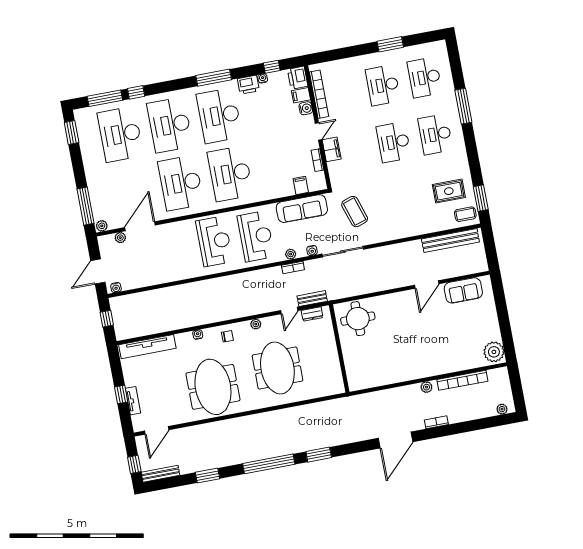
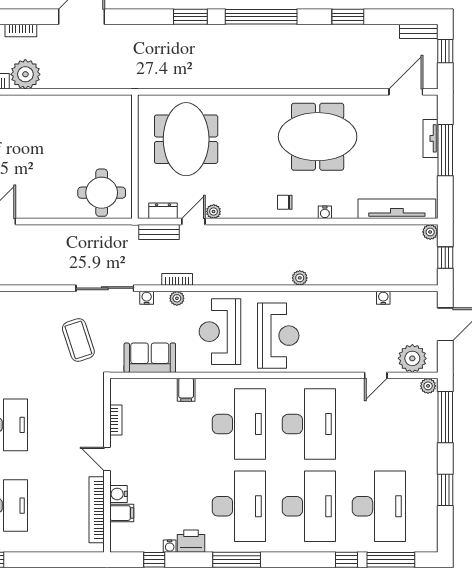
printer: (298, 78) -> (122, 538), removed
door: (319, 131) -> (107, 459), hinge flipped
window: (72, 132) -> (445, 490), moved
filing cabinet: (332, 149) -> (94, 431), removed
filing cabinet: (301, 185) -> (186, 390), moved
sofa: (302, 209) -> (150, 358), width x0.73
door: (140, 226) -> (376, 375), width x0.53
plant: (120, 238) -> (412, 358), width x1.88, depth x1.88
reception desk: (214, 241) -> (278, 336), turned 180
plant: (207, 285) -> (300, 278), added
water cooler: (116, 288) -> (383, 298), moved
plant: (256, 324) -> (214, 212), moved
plant: (121, 335) -> (430, 232), added
meeting table: (277, 368) -> (186, 139), moved
meeting table: (213, 387) -> (318, 137), turned 90
plant: (426, 387) -> (25, 74), width x1.87, depth x1.87
window: (121, 394) -> (445, 150), width x2.17
bench: (160, 474) -> (419, 31), width x0.73

